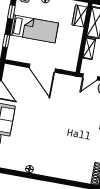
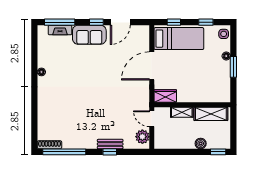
wardrobe: (80, 16) -> (165, 96), moved
bed: (34, 29) -> (179, 39), moved, turned -90

